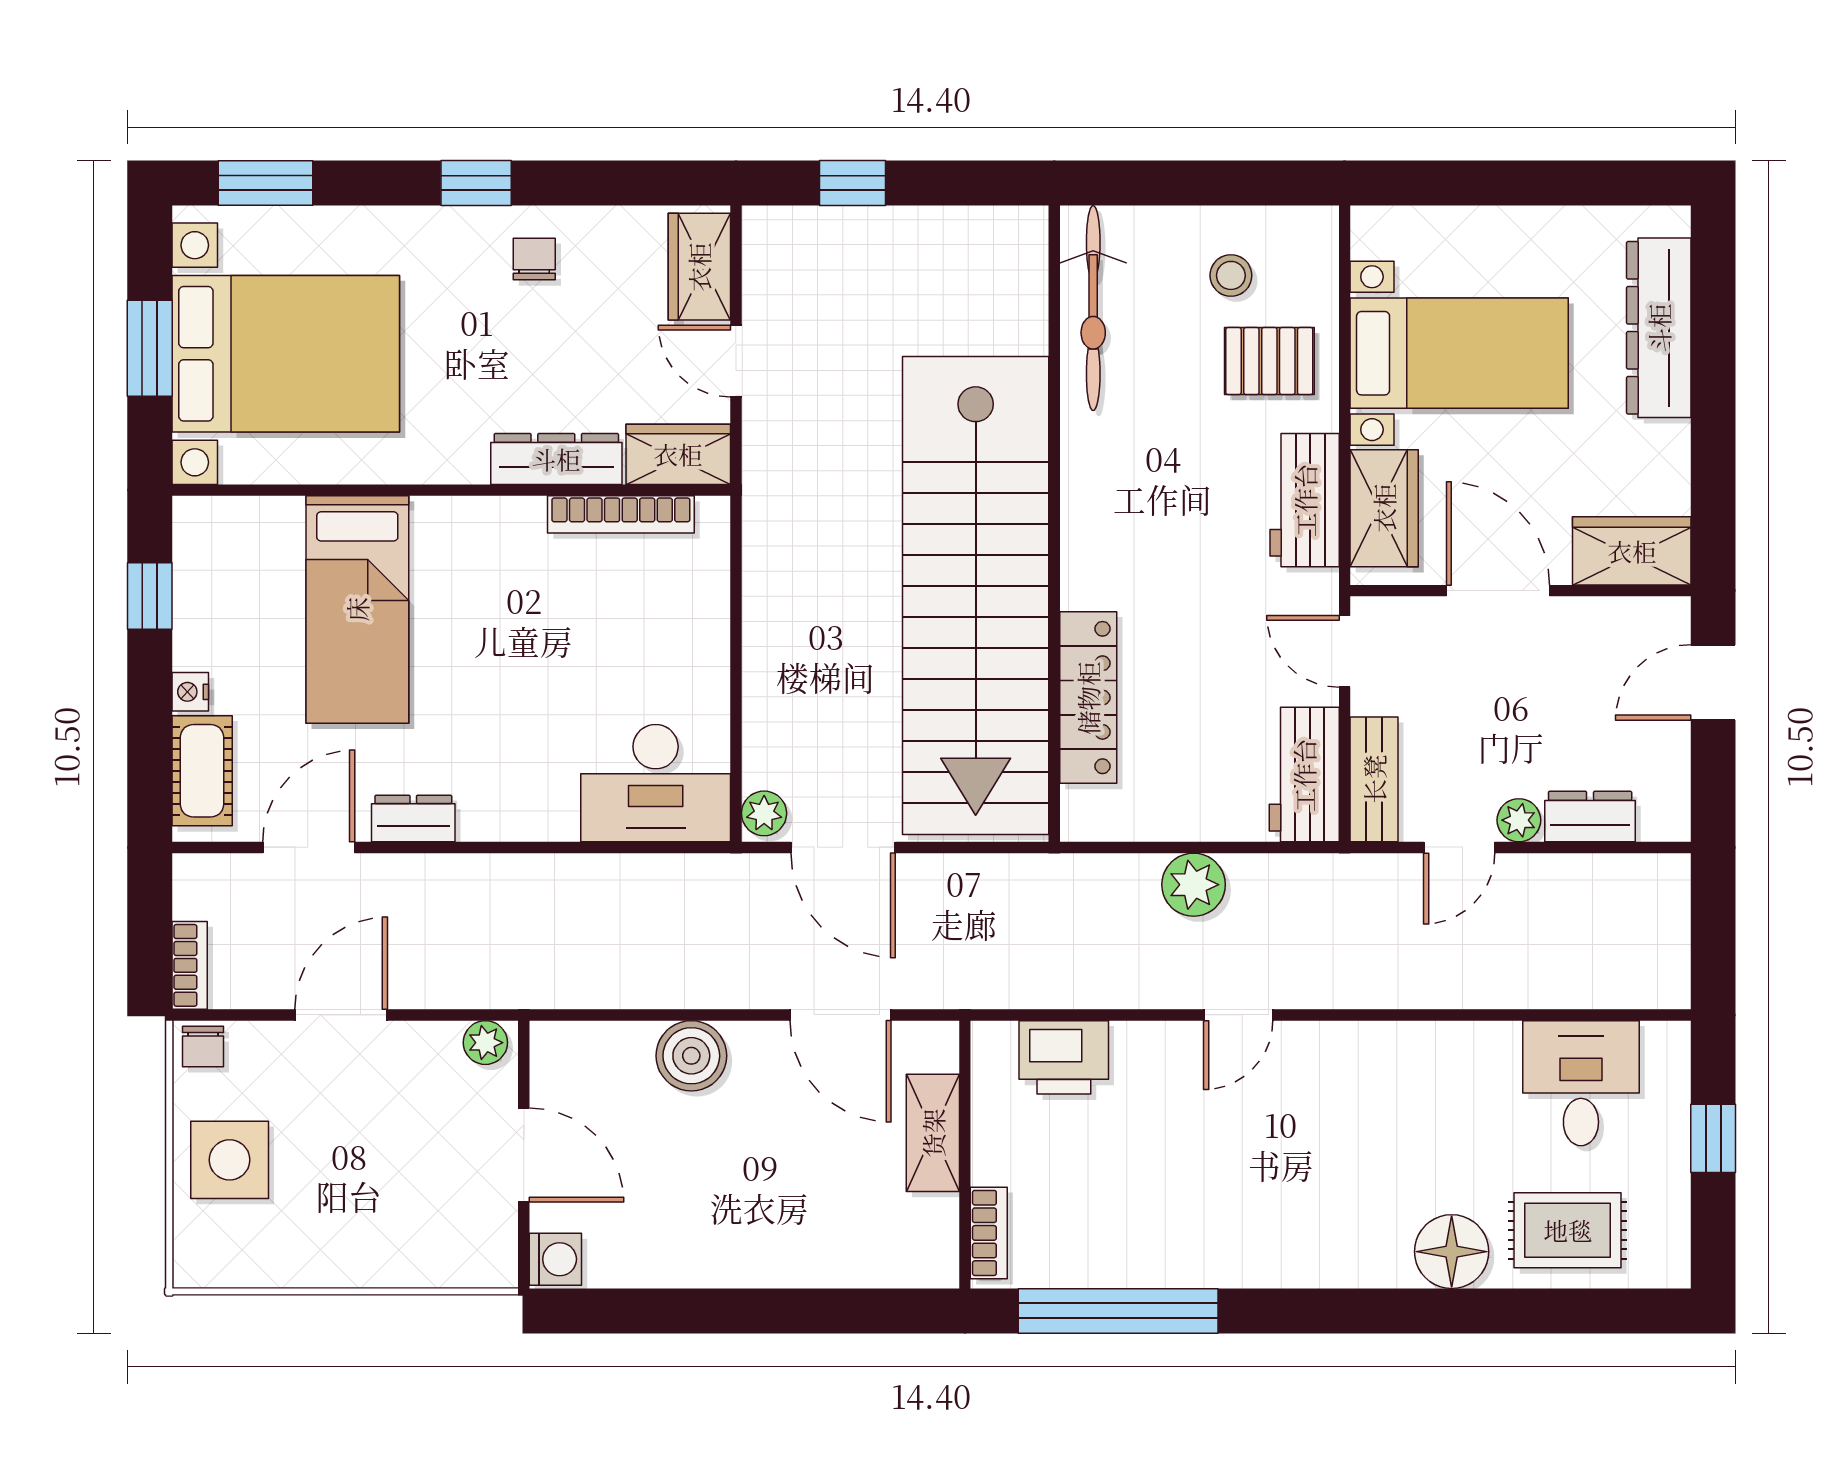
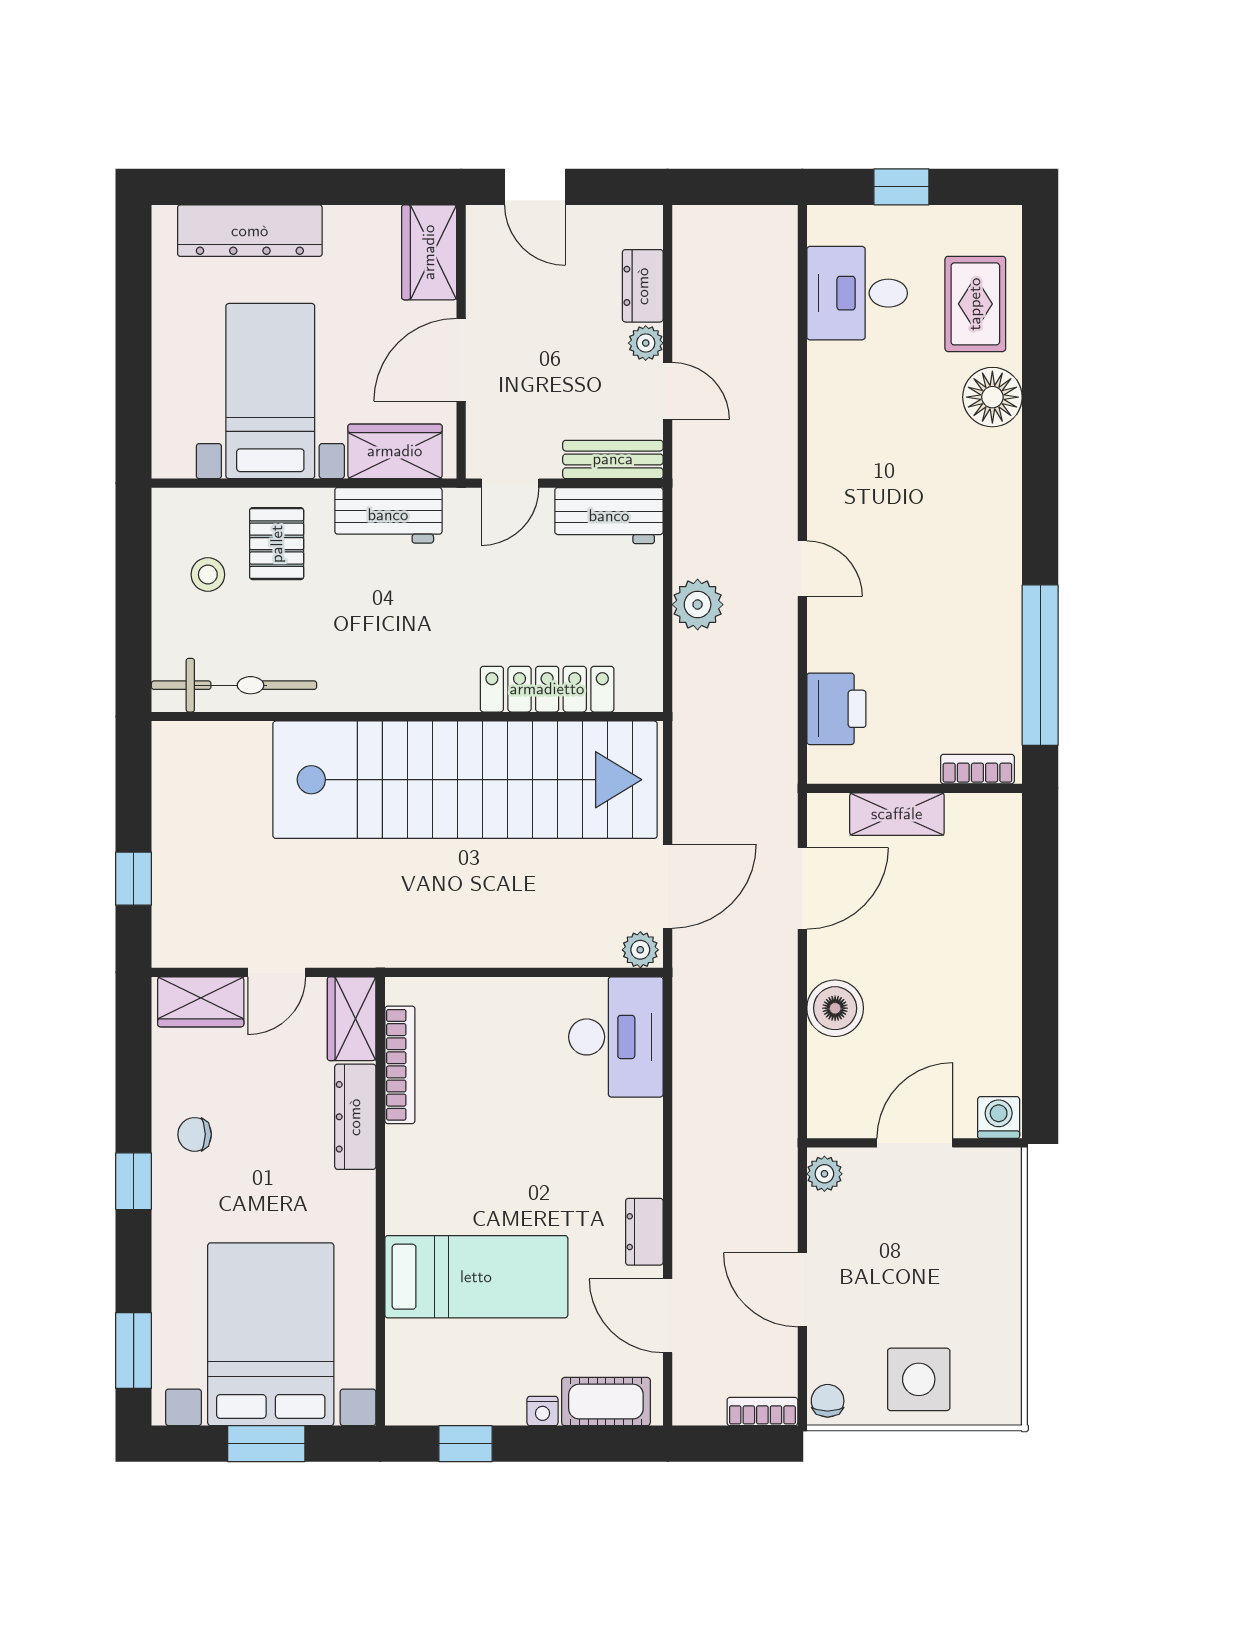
chair: (203, 1047) -> (828, 1401), turned -90

